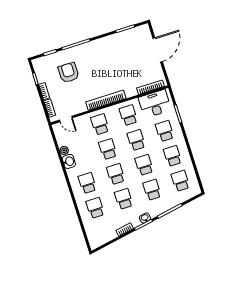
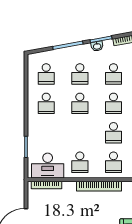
school desk: (165, 131) -> (46, 133), removed
school desk: (136, 140) -> (80, 133), removed

